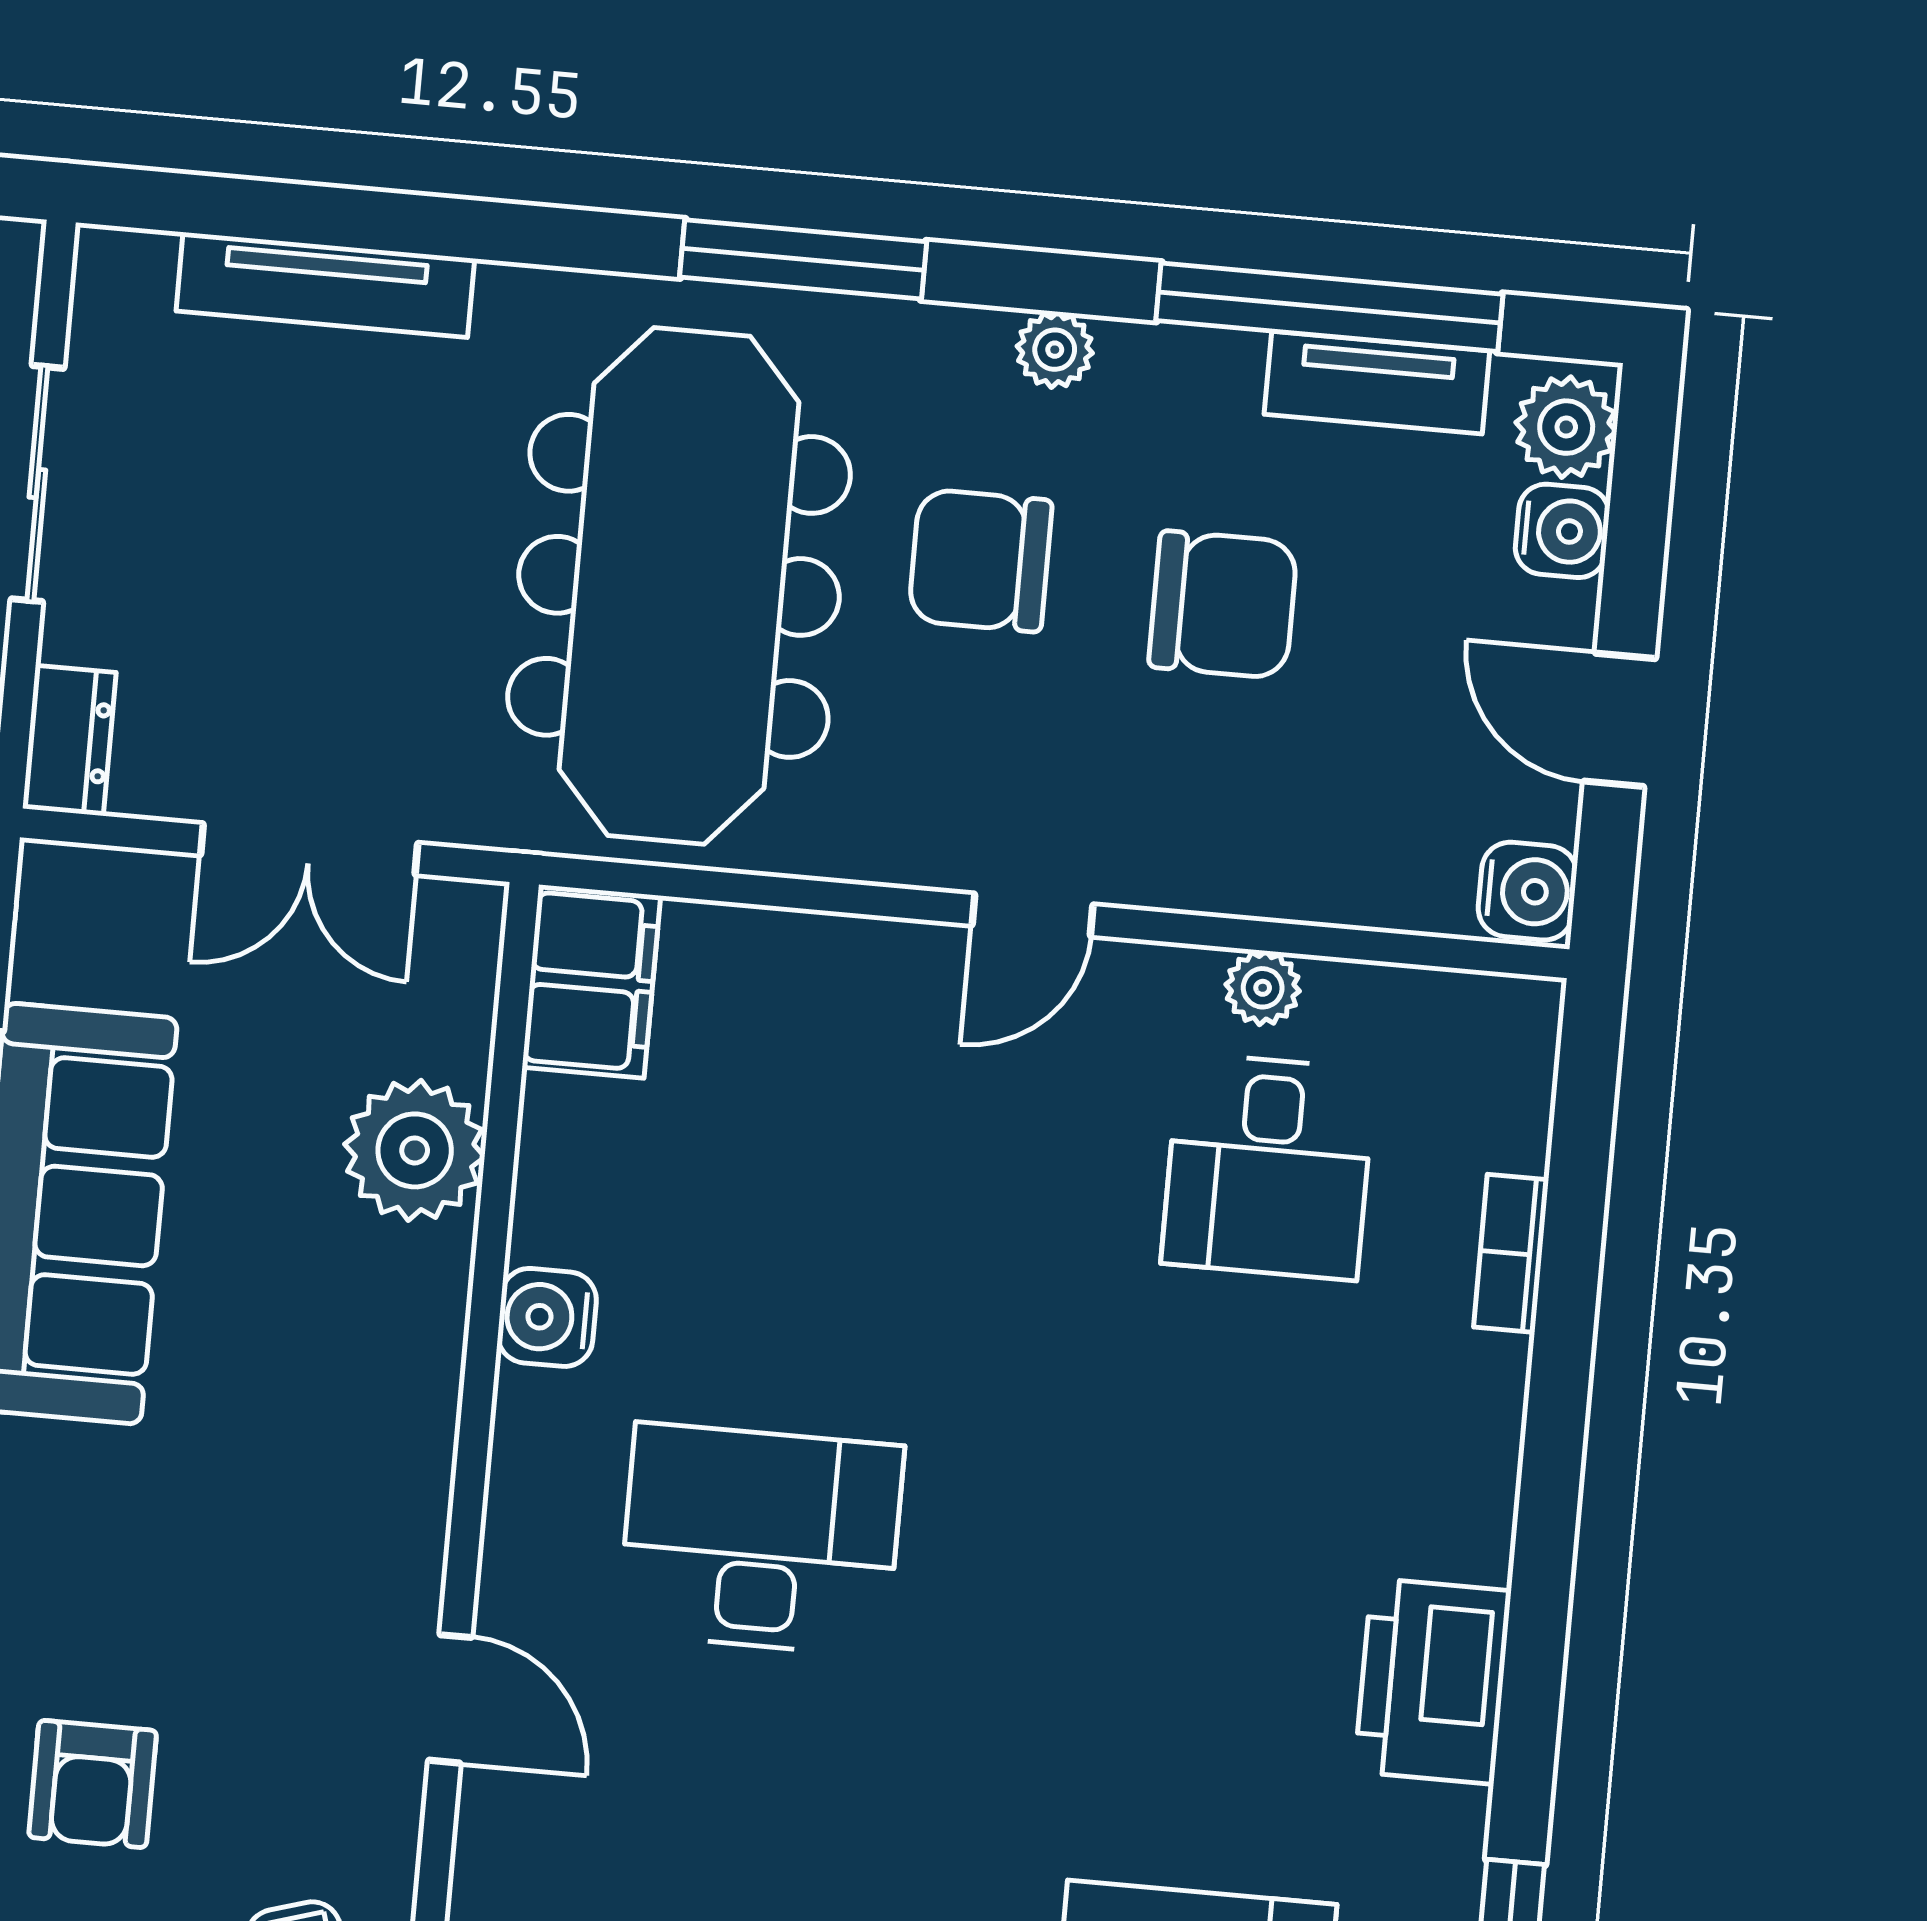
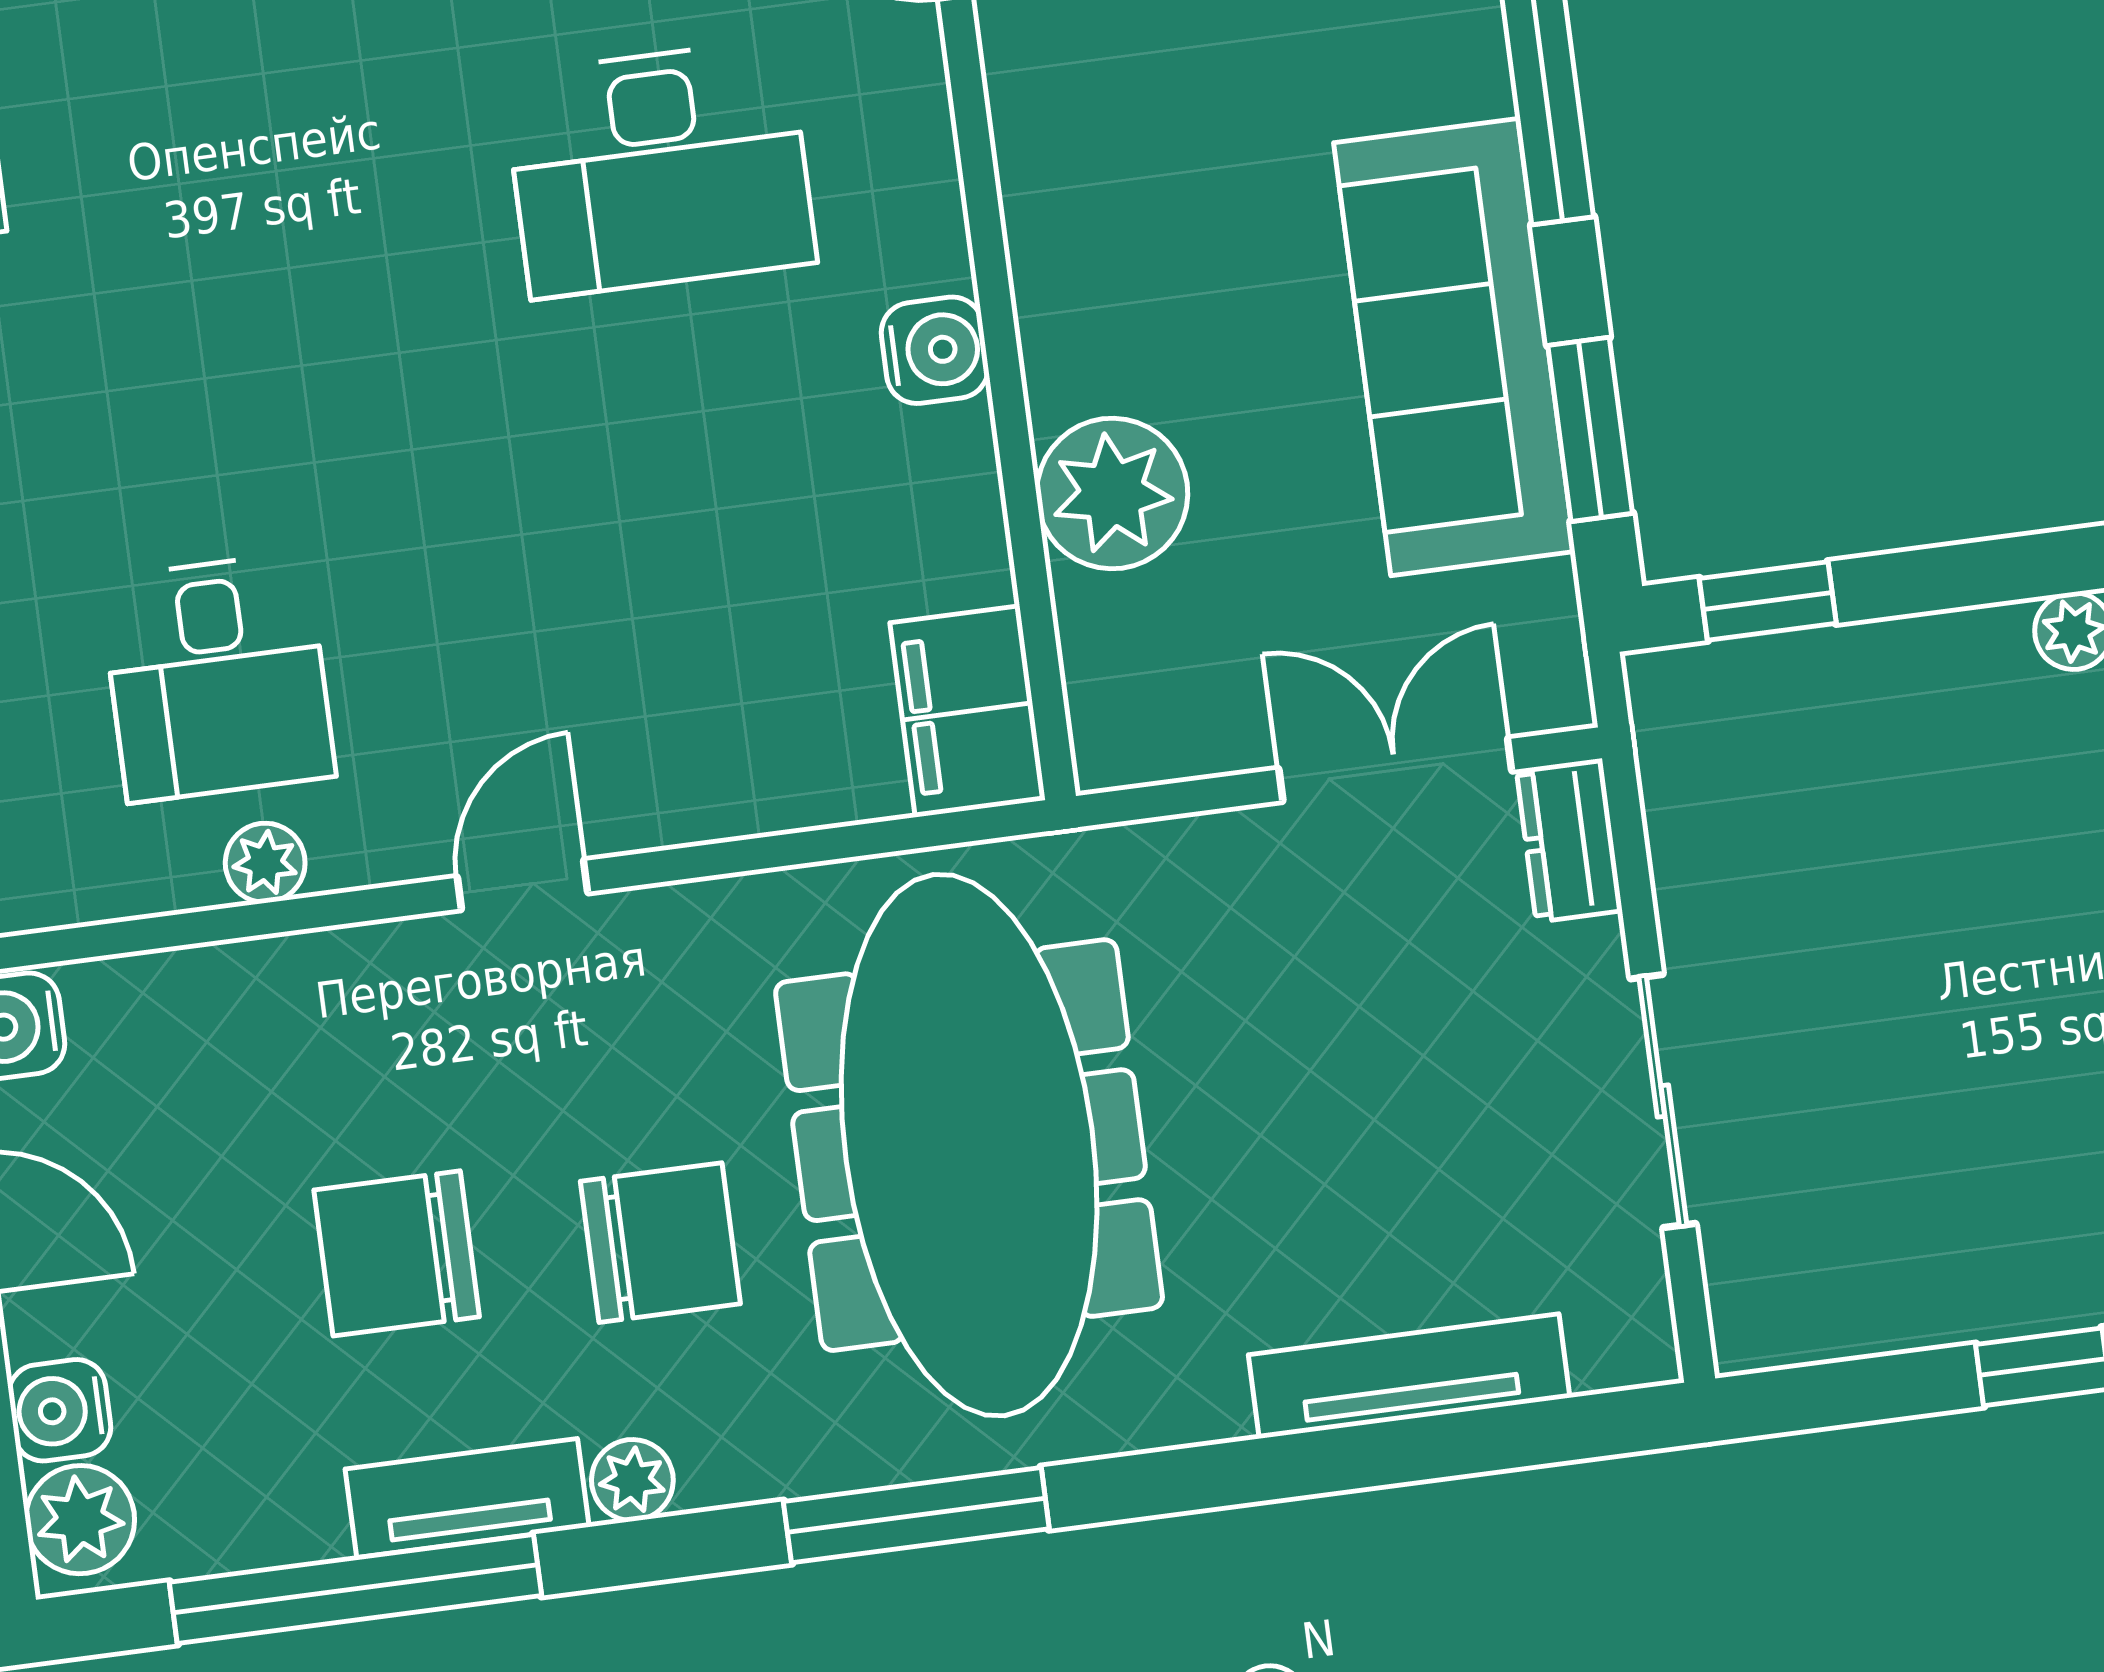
tv unit: (1377, 383) -> (467, 1498), moved
double door: (309, 849) -> (1395, 770), moved
desk: (1268, 1167) -> (217, 677), turned 180

